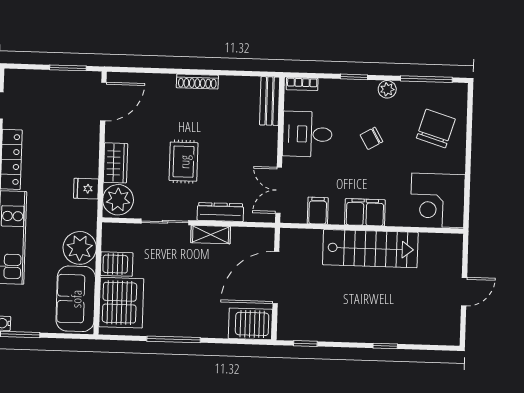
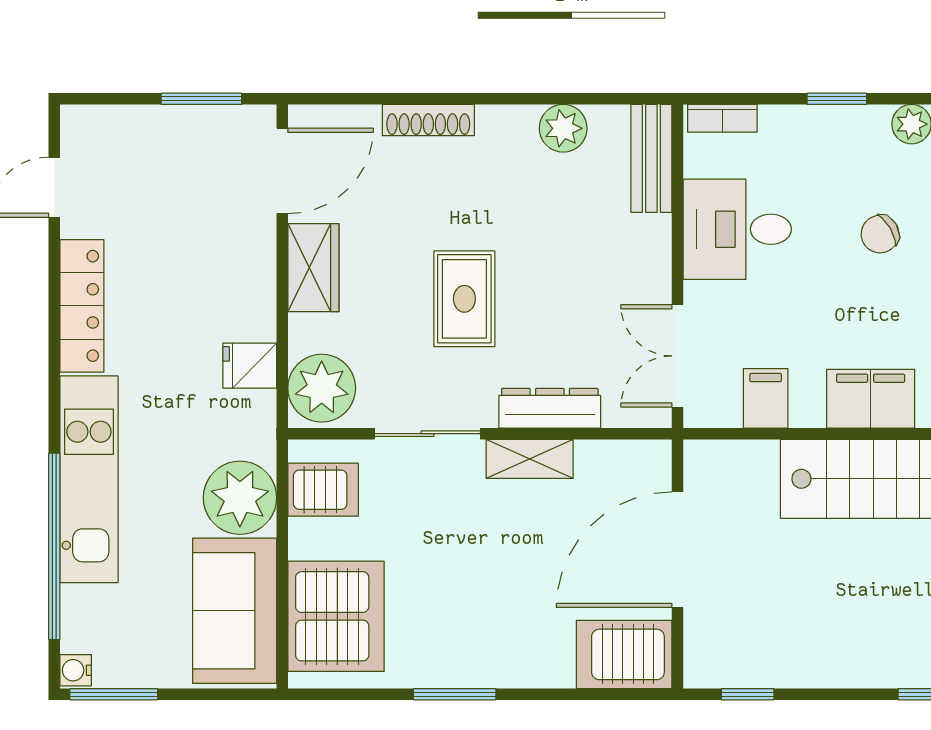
shoe rack: (197, 81) -> (428, 120), moved
plant: (230, 86) -> (563, 128), added
wardrobe: (115, 163) -> (313, 268), moved
server rack: (117, 264) -> (323, 490), moved
window: (174, 339) -> (455, 694), width x0.69

